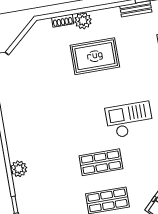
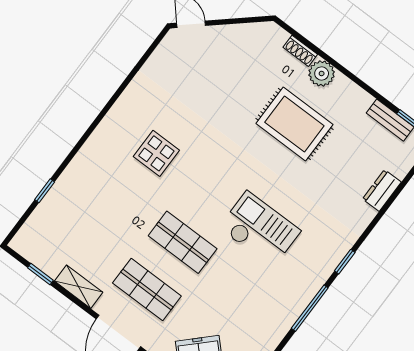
display table: (47, 135) -> (156, 153), added
plant: (19, 169) -> (89, 157), removed

